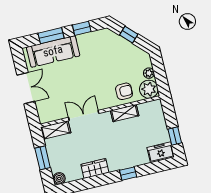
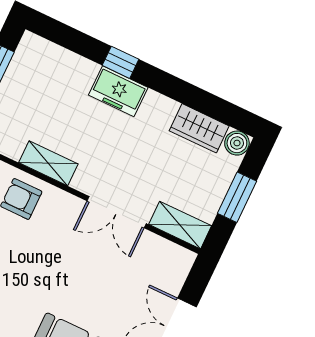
freezer: (161, 152) -> (118, 91), moved
wardrobe: (95, 168) -> (199, 128), moved

